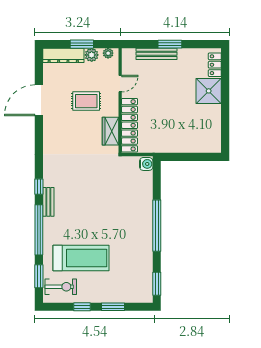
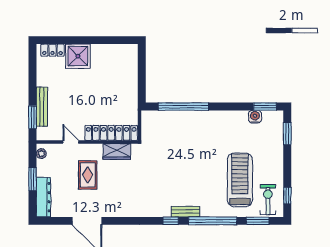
window: (170, 44) -> (33, 117), moved
plant: (92, 55) -> (43, 170), removed
water cooler: (146, 164) -> (255, 117), moved
window: (157, 226) -> (183, 107), moved
window: (82, 307) -> (287, 196), moved
window: (113, 307) -> (287, 133), moved

